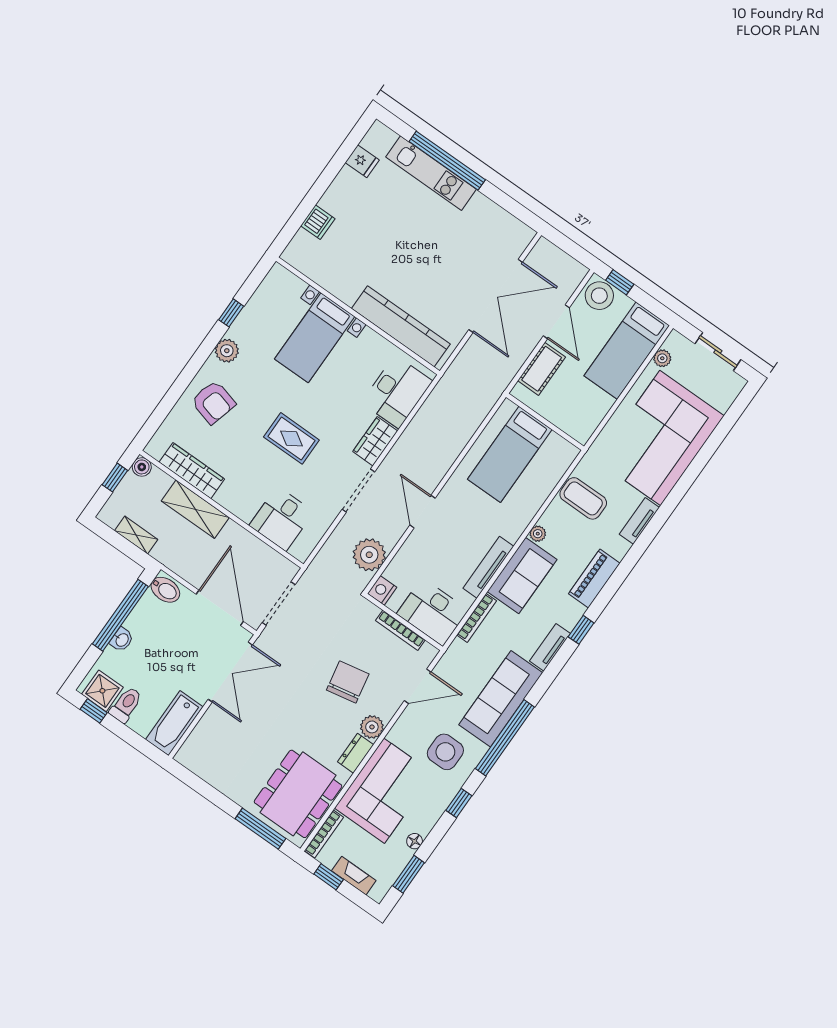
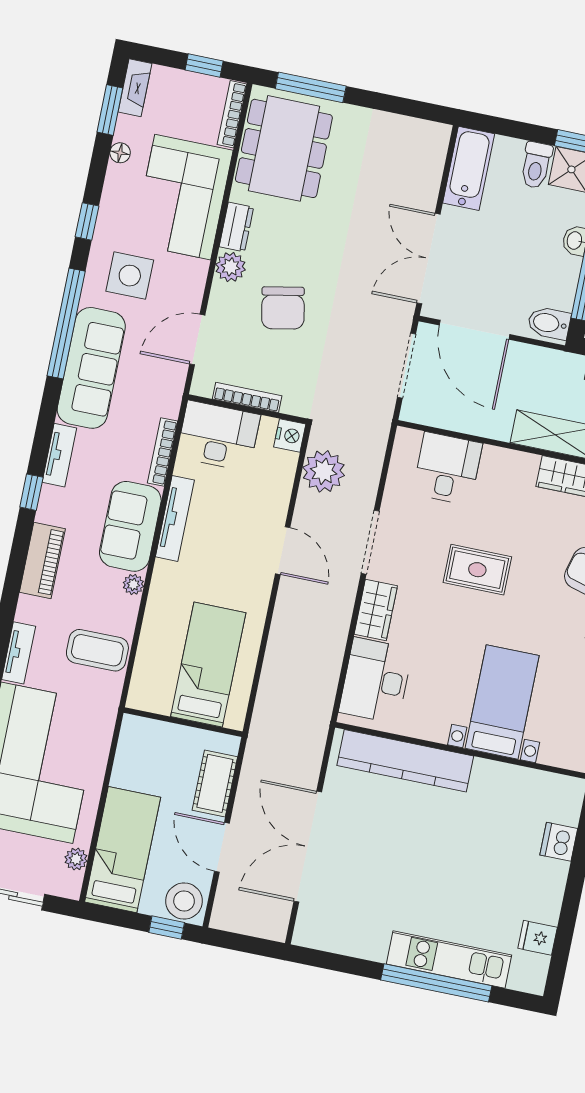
fireplace: (354, 876) -> (135, 88), moved, turned -90

